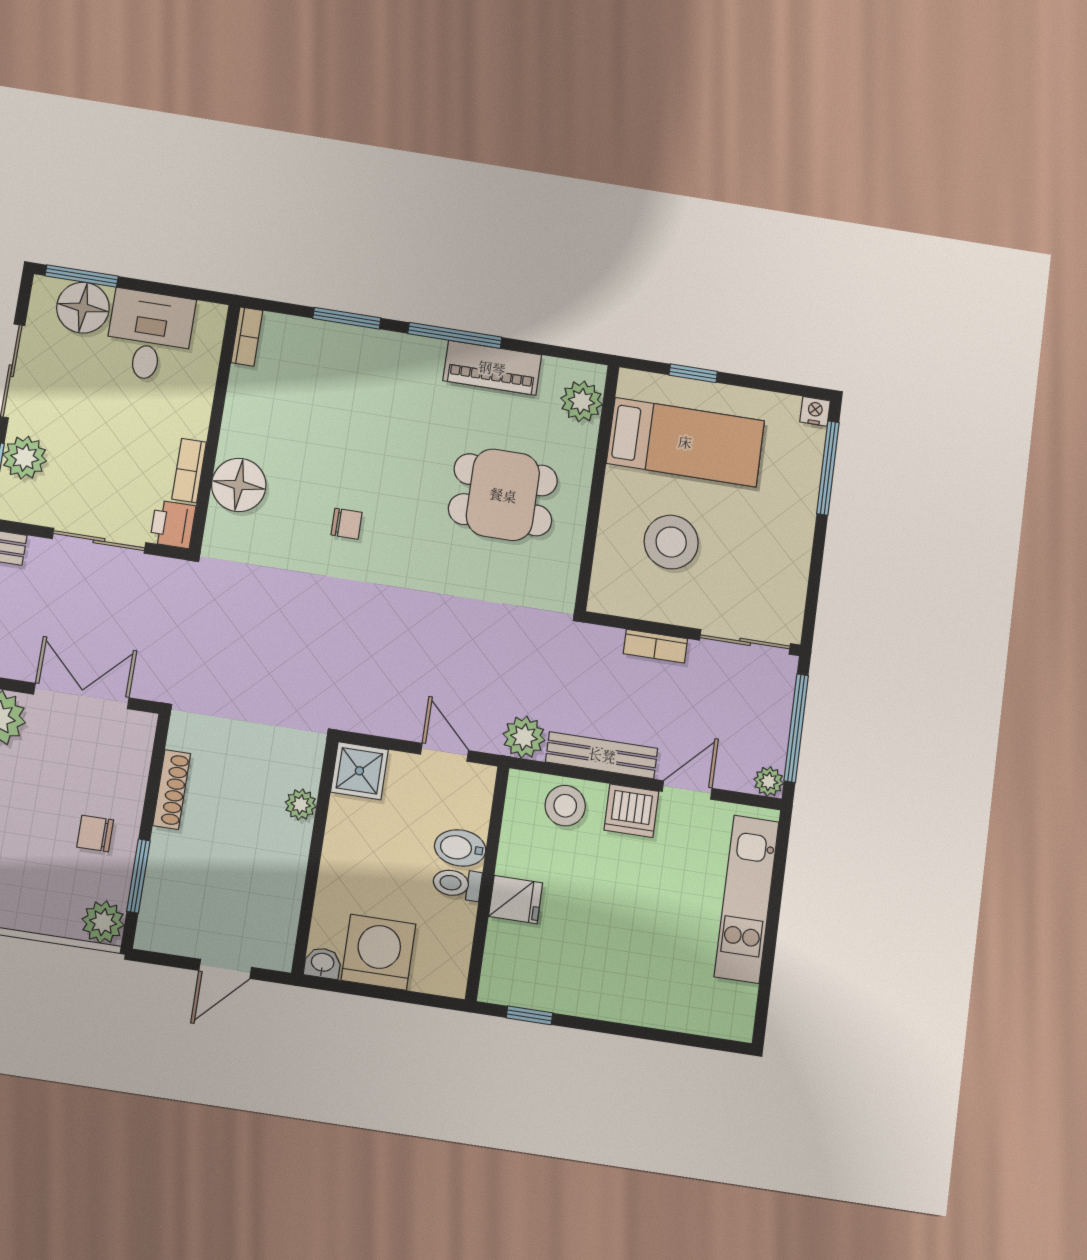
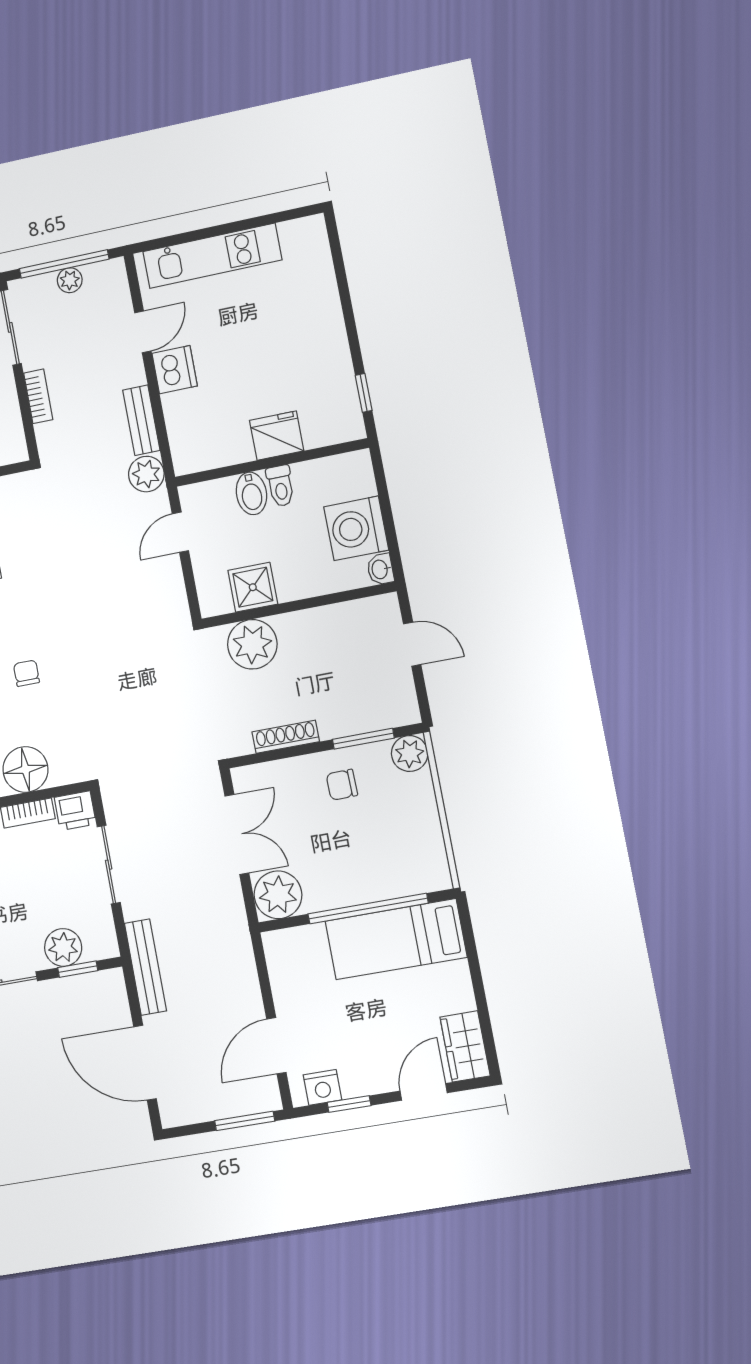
double door: (81, 696) -> (237, 835), swing flipped
bench: (602, 755) -> (141, 420), width x0.73
shower: (359, 771) -> (253, 587), moved
plant: (769, 781) -> (70, 280), moved
door: (687, 790) -> (143, 332), swing flipped
plant: (301, 805) -> (252, 644), width x1.88, depth x1.88
stool: (565, 806) -> (189, 423), removed
chair: (95, 833) -> (342, 785), turned 89
fridge: (516, 900) -> (277, 436), width x1.38

